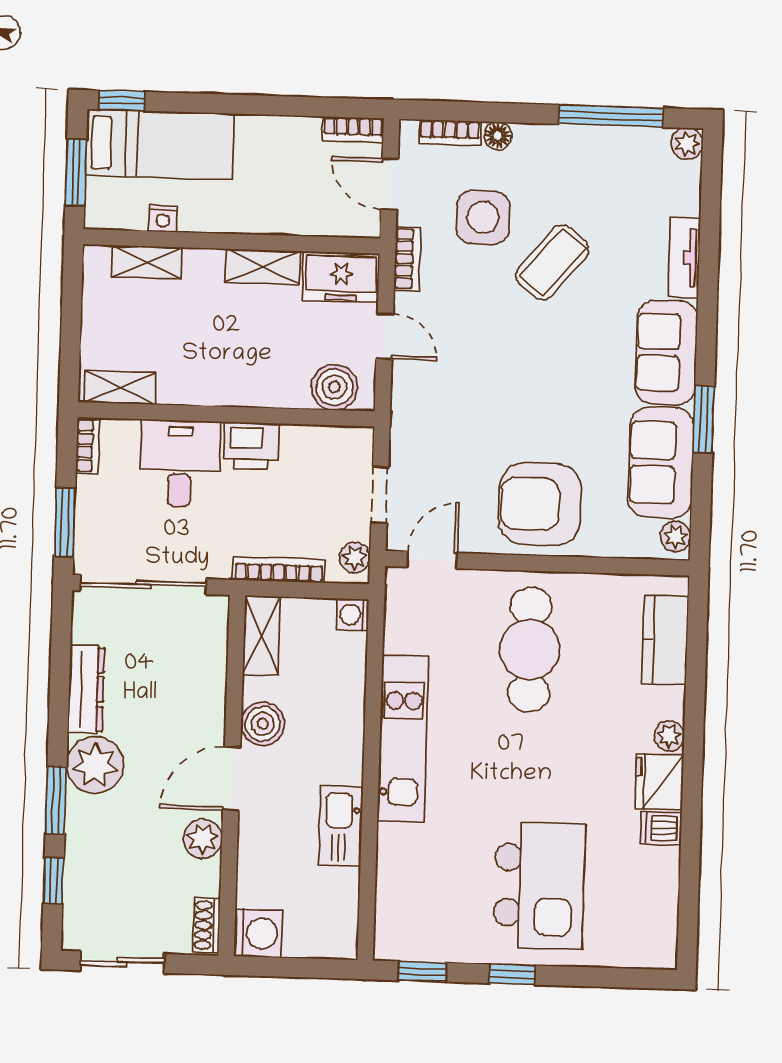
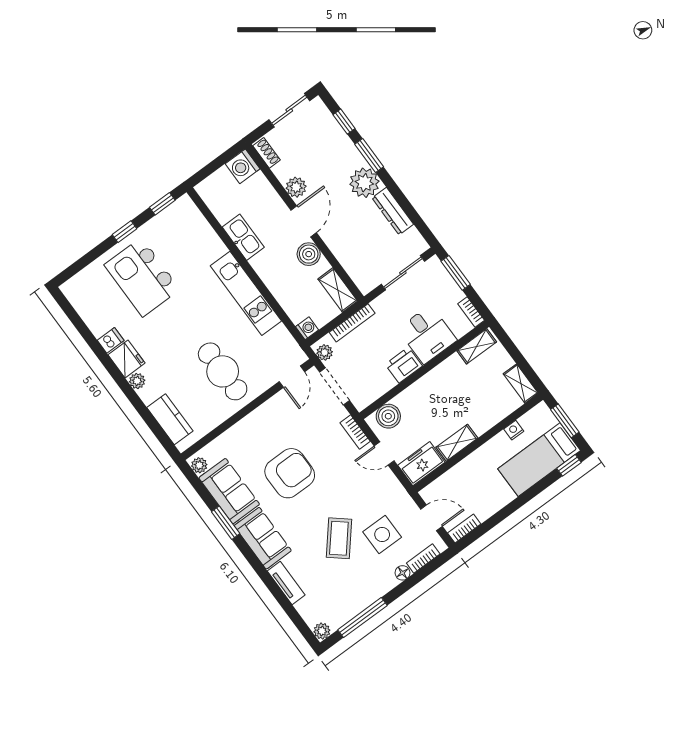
bookcase: (407, 259) -> (355, 432), moved
shelving: (147, 262) -> (521, 384), moved, turned 90
doorway: (380, 495) -> (335, 386), width x1.38
armchair: (540, 504) -> (290, 473), moved
sliding door: (143, 585) -> (403, 273), width x0.73

